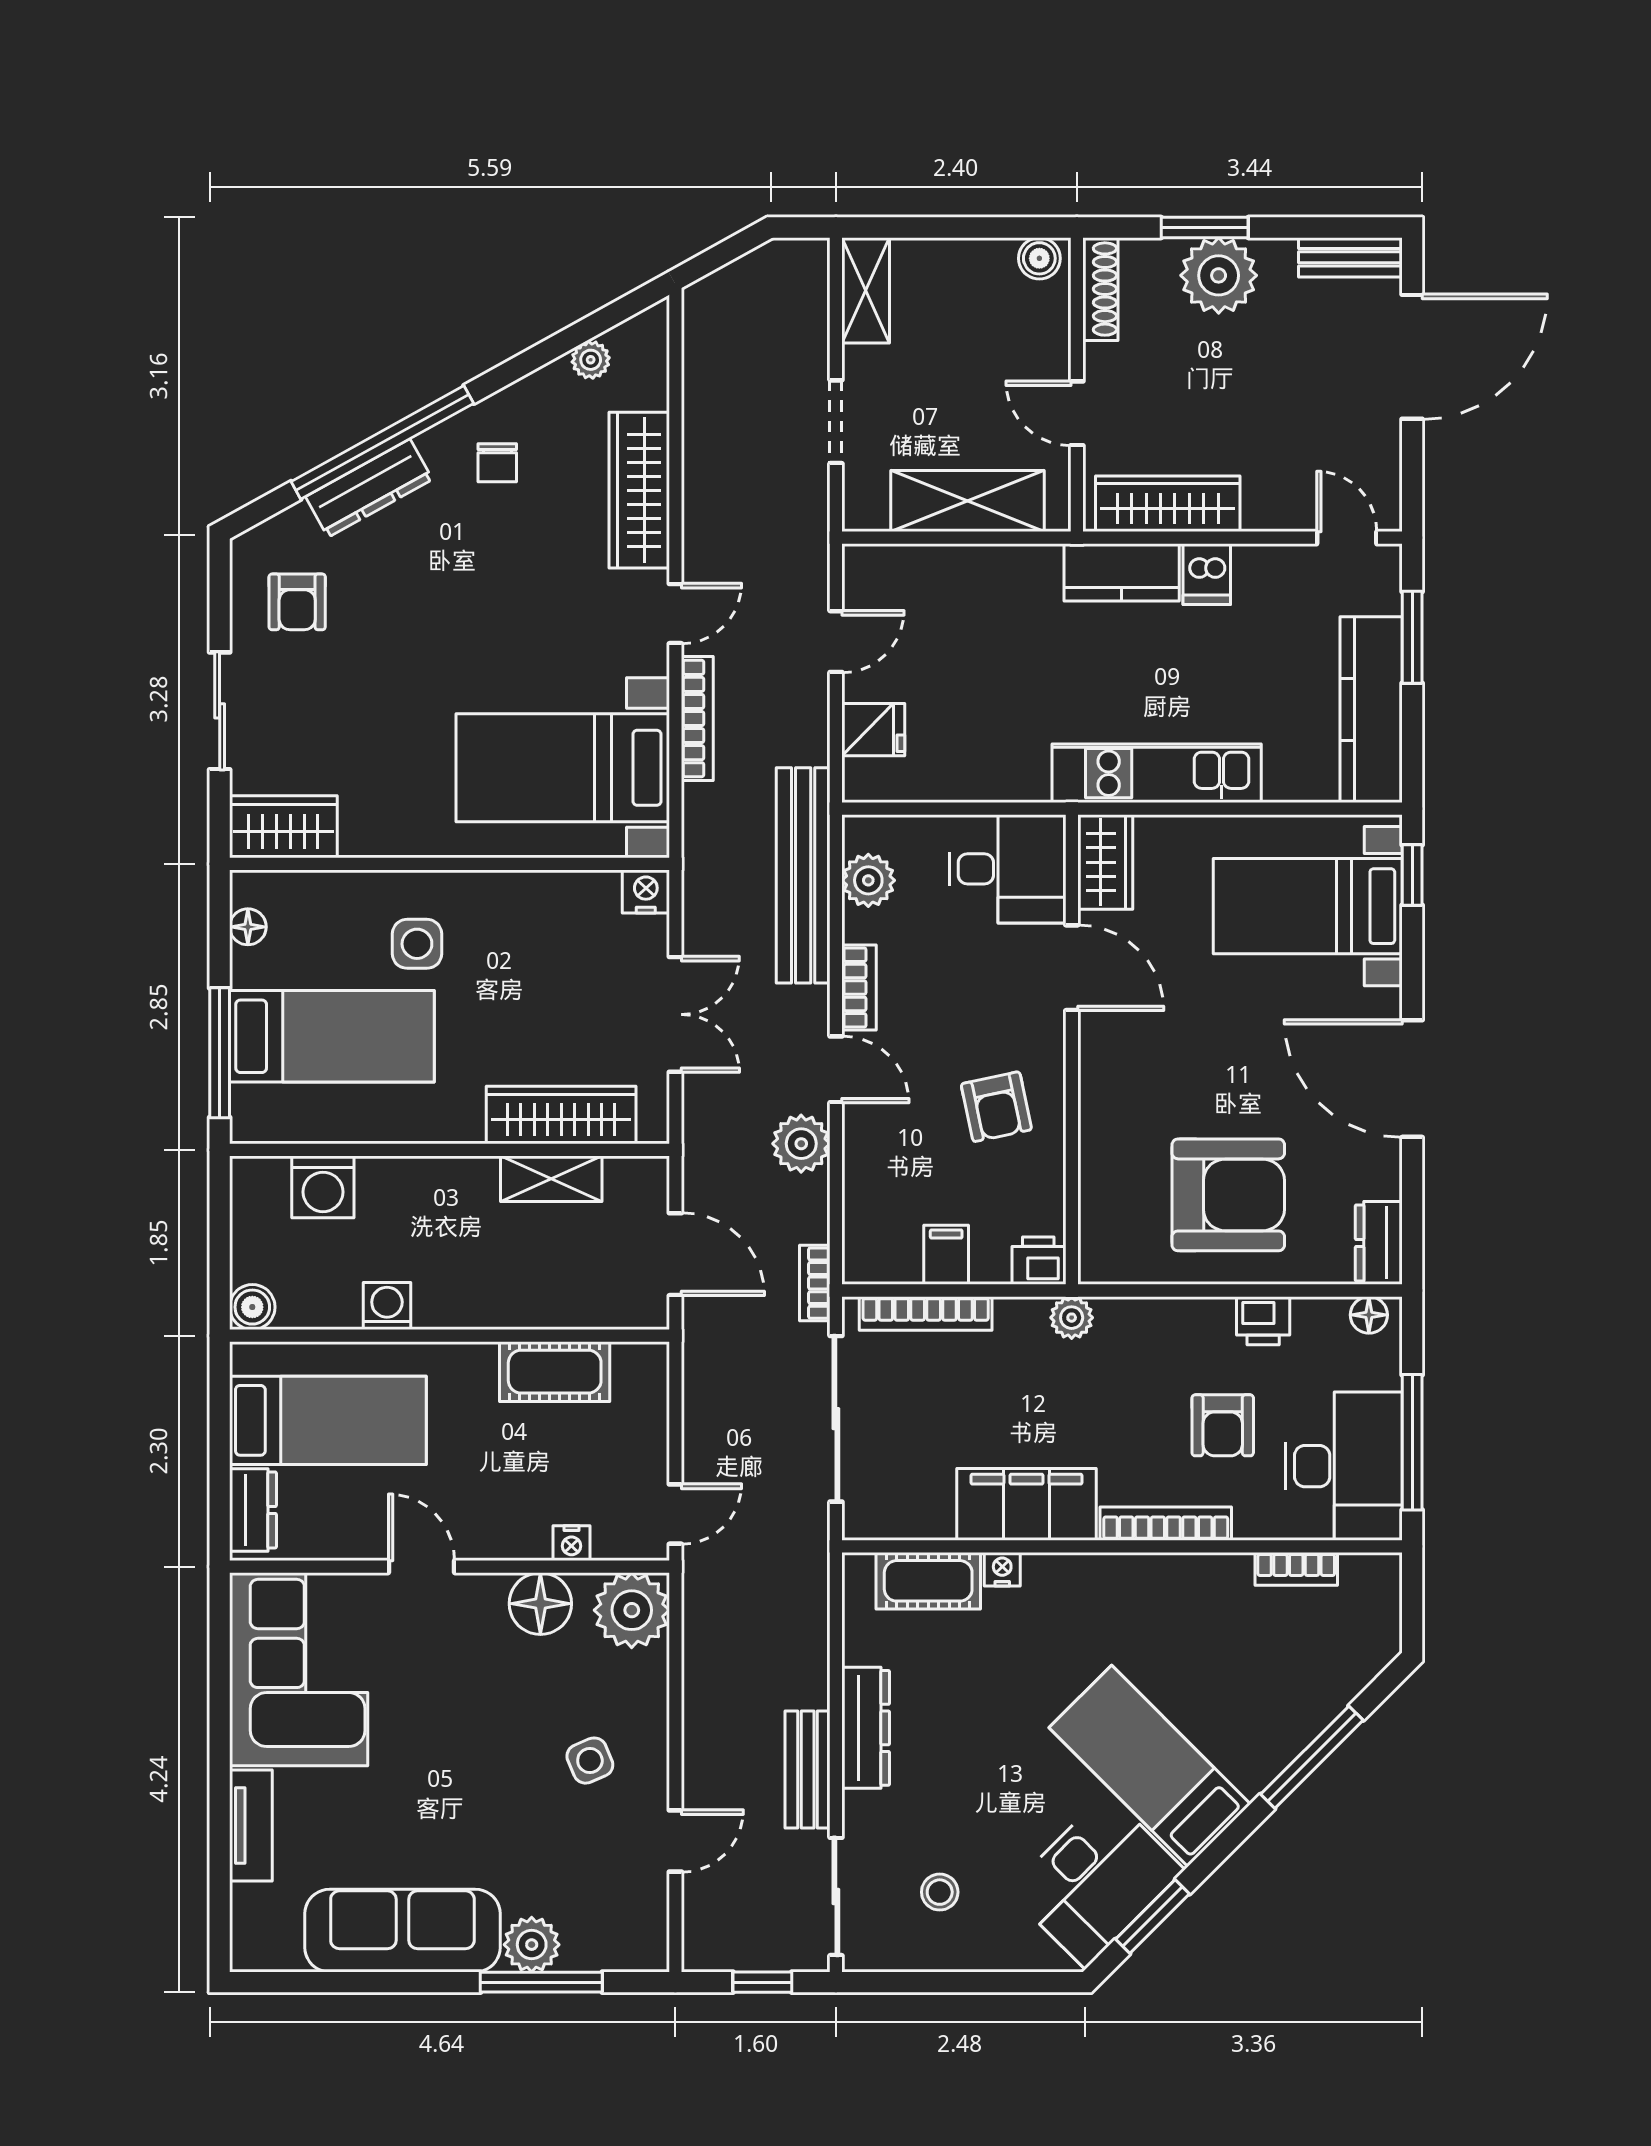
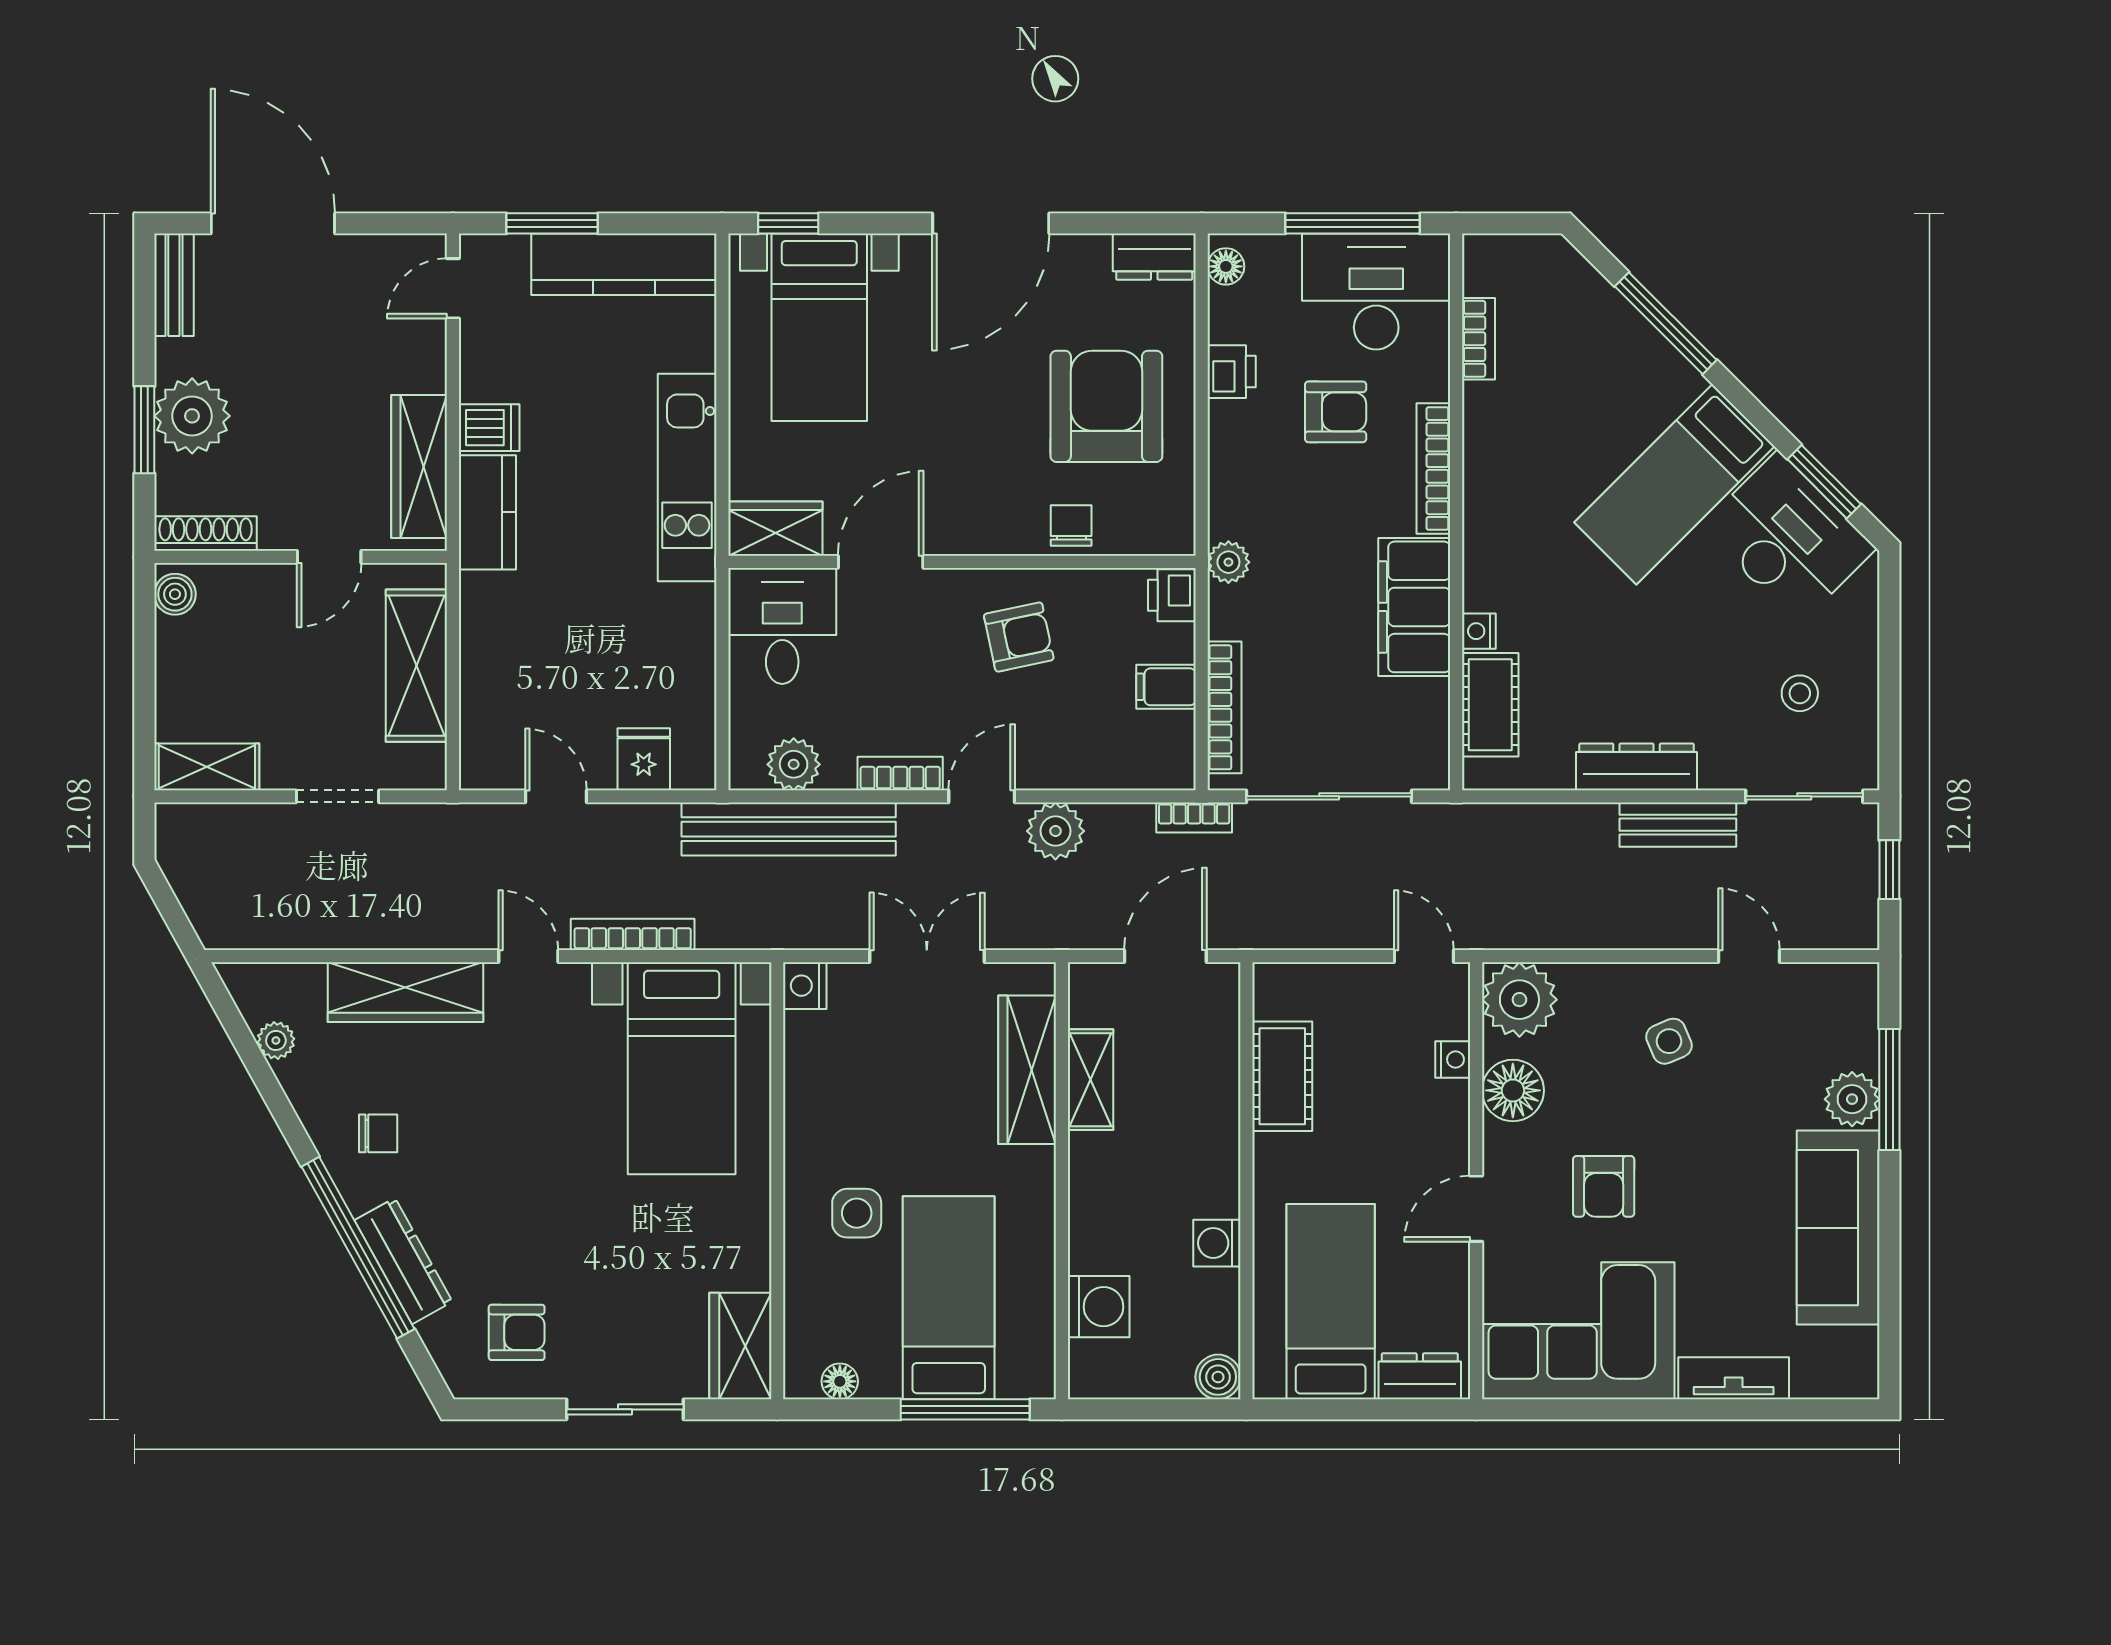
chair: (1108, 1159) -> (1071, 526), added
armchair: (444, 1695) -> (1604, 1186), added

